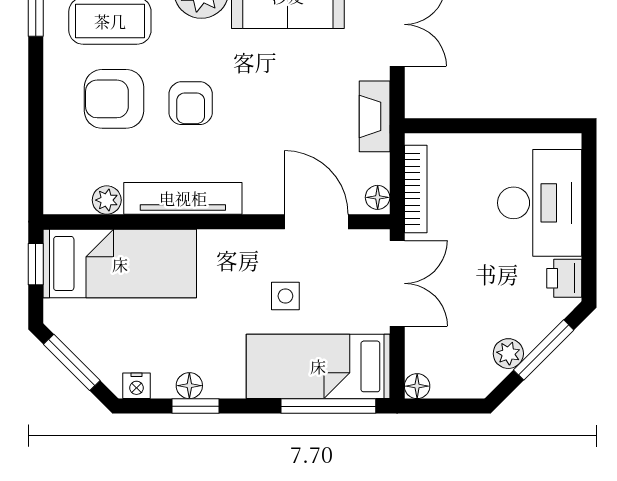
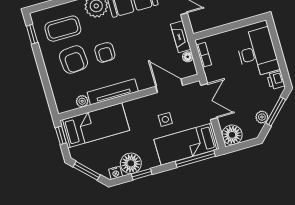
armchair: (114, 99) -> (73, 60), turned -95
bookcase: (416, 189) -> (204, 55), width x0.64
floor lamp: (378, 197) -> (188, 57), moved
floor lamp: (189, 386) -> (131, 163), width x1.89, depth x1.89
floor lamp: (417, 386) -> (232, 135), width x1.89, depth x1.89

